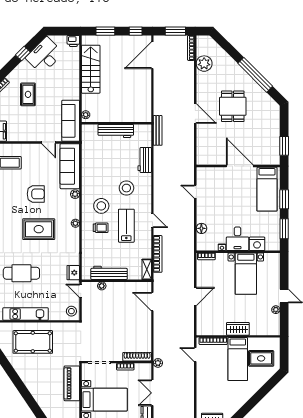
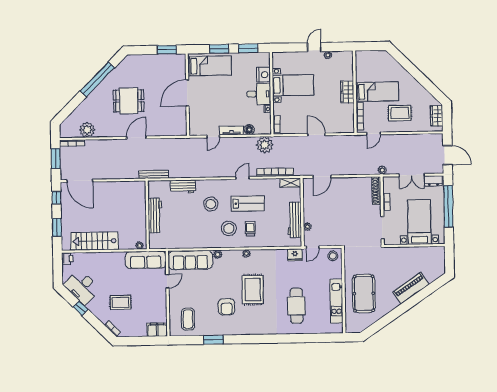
armchair: (36, 194) -> (227, 307), moved, turned 180
tv unit: (201, 210) -> (232, 130), added
lab bench: (126, 226) -> (248, 203), turned 180
plant: (186, 244) -> (265, 145), added
rug: (261, 358) -> (400, 113), moved, turned 90
piano: (72, 383) -> (411, 288), moved, turned 146

